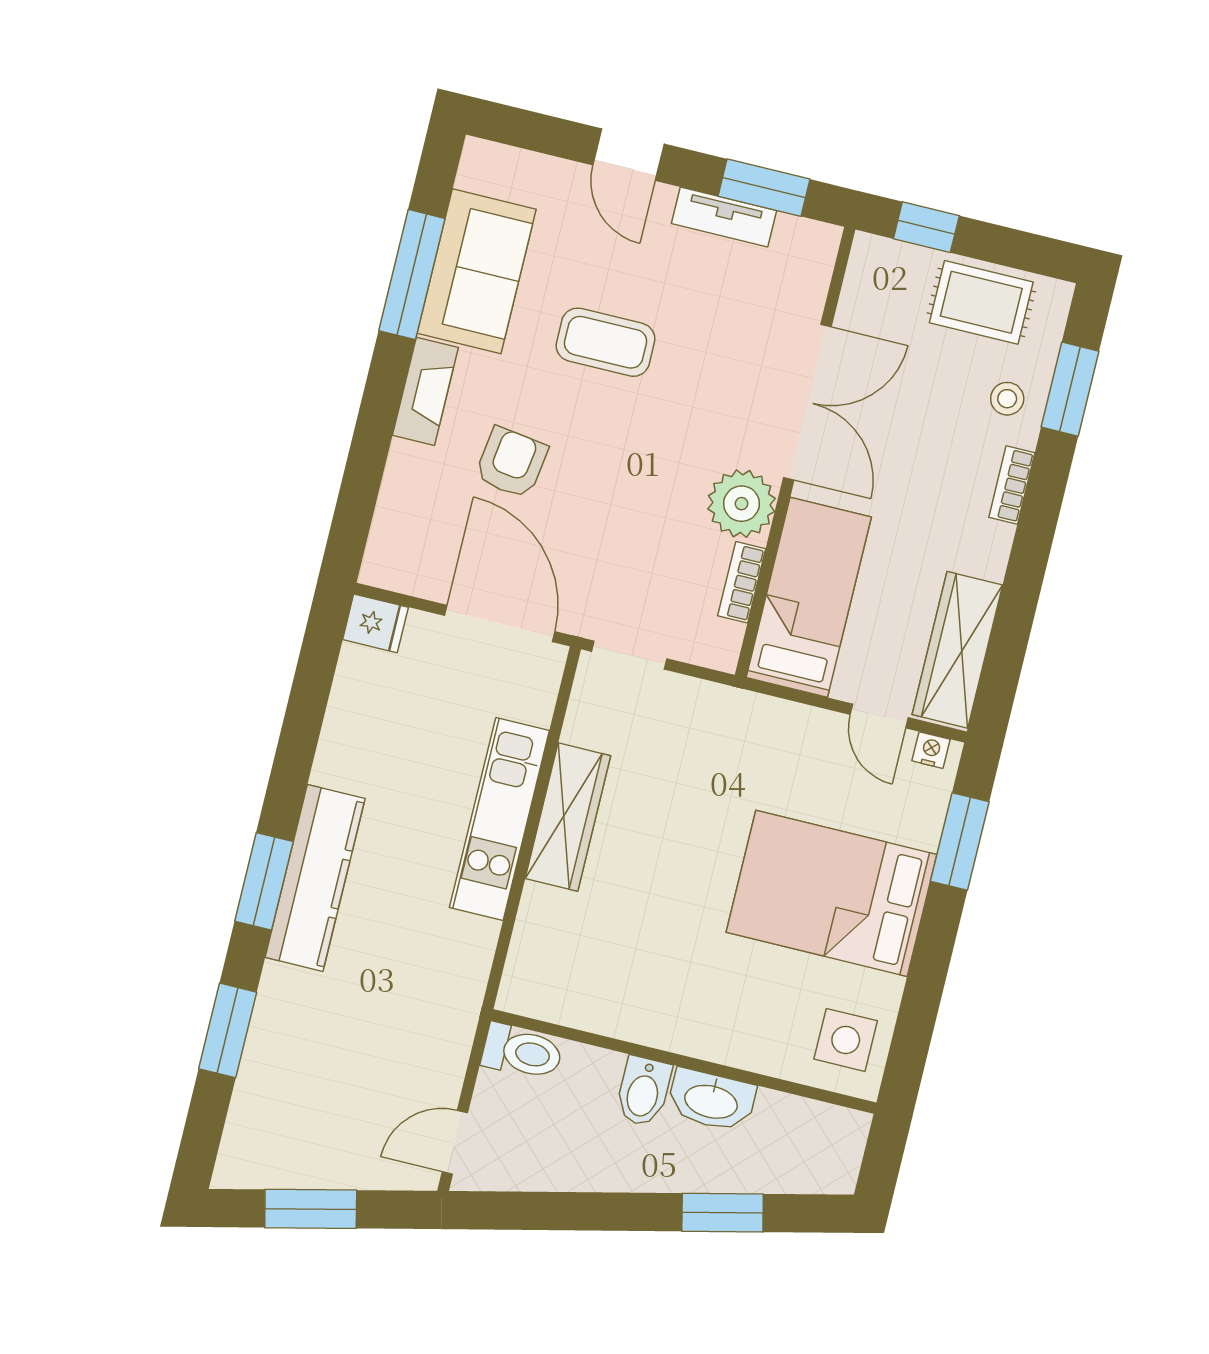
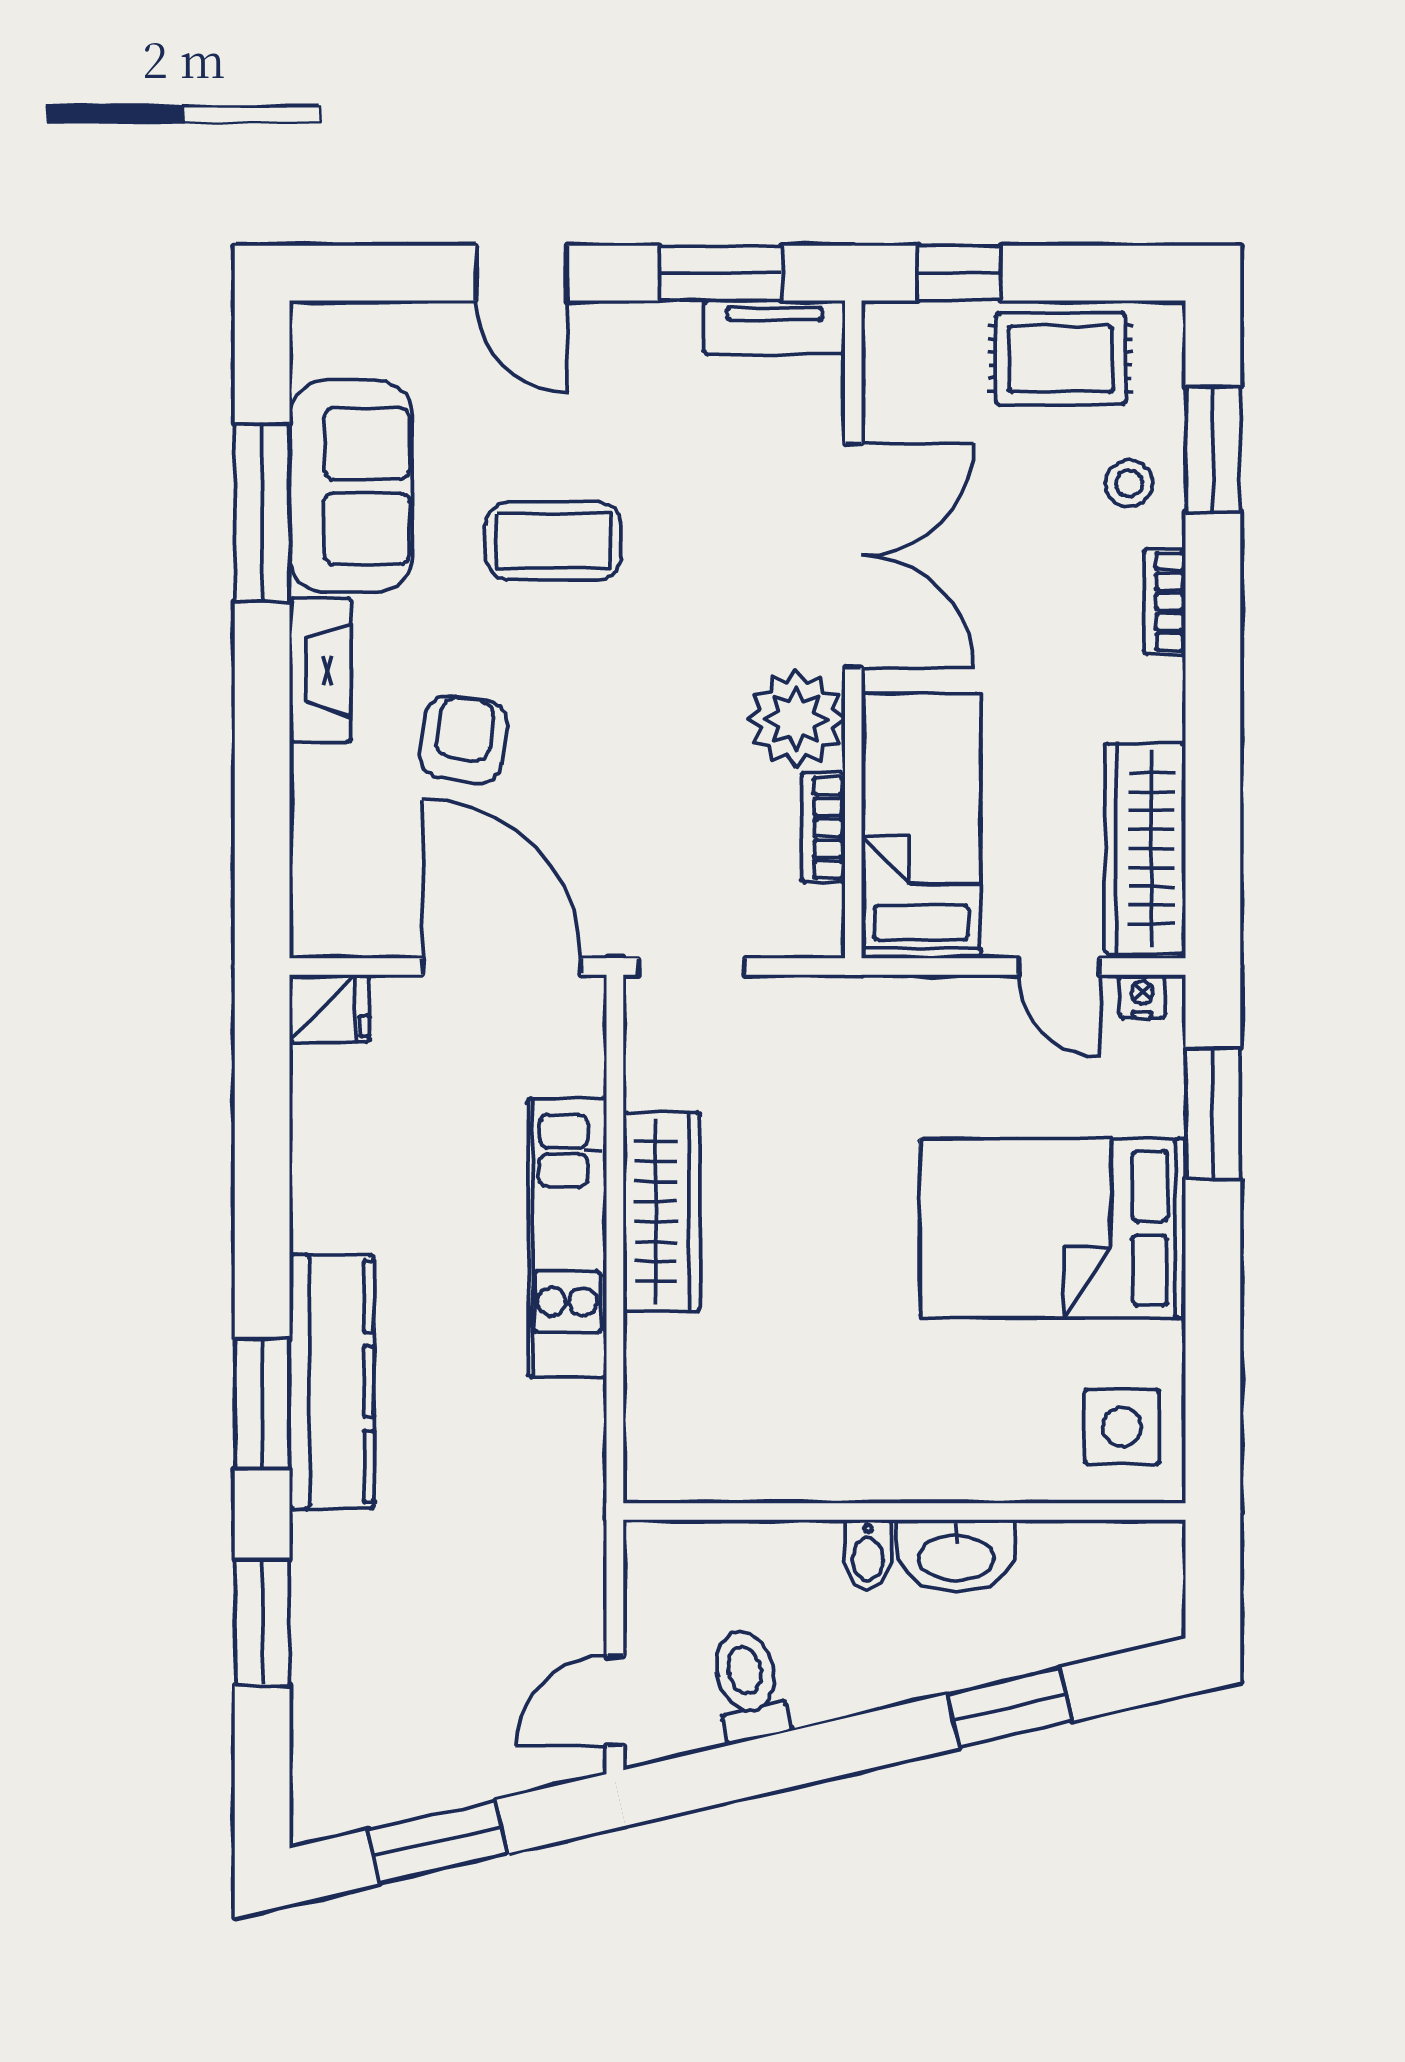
tv unit: (724, 217) -> (774, 327), moved
toilet: (522, 1052) -> (748, 1685), moved, turned -103
bidet: (643, 1091) -> (868, 1554), width x0.72, depth x0.74

